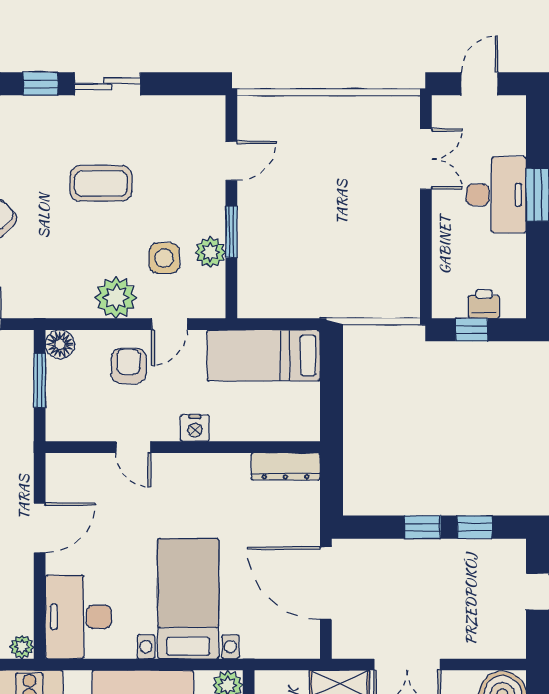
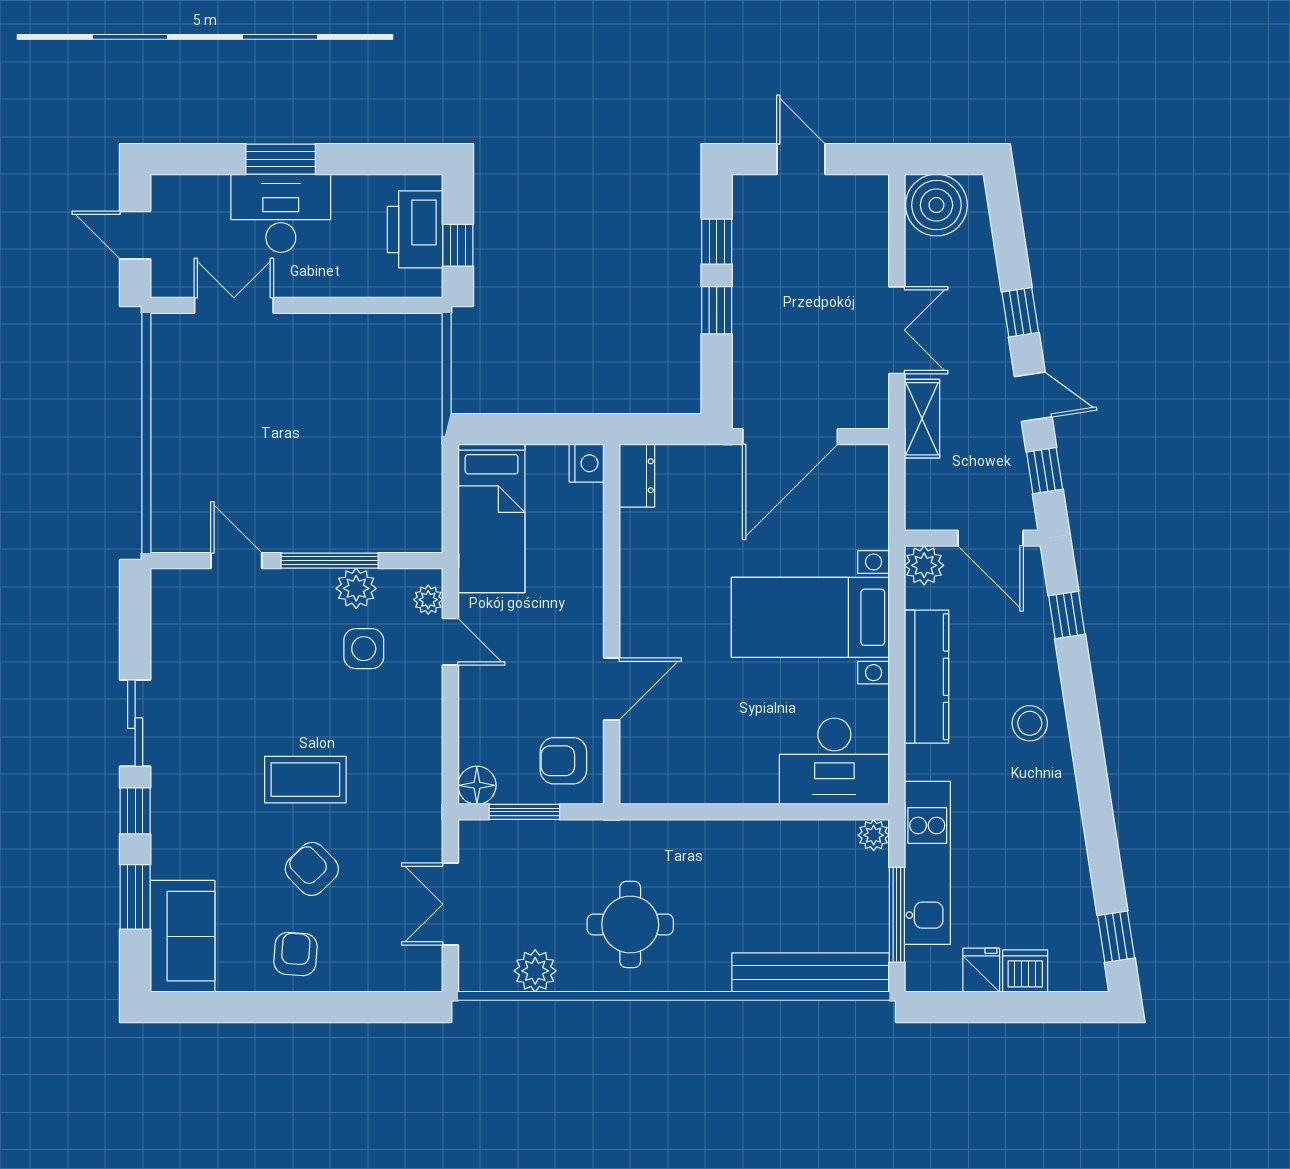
coffee table: (101, 183) -> (305, 780), moved, turned 90
window: (231, 232) -> (330, 561), width x1.44
plant: (116, 297) -> (428, 600), moved, width x0.53, depth x0.53
printer: (484, 304) -> (415, 229), width x1.87, depth x1.48
armchair: (129, 366) -> (563, 761), moved
nightstand: (195, 428) -> (587, 463), moved
door: (133, 447) -> (612, 689), width x1.38
dresser: (286, 466) -> (637, 476), width x0.70
door: (40, 528) -> (718, 812), removed

